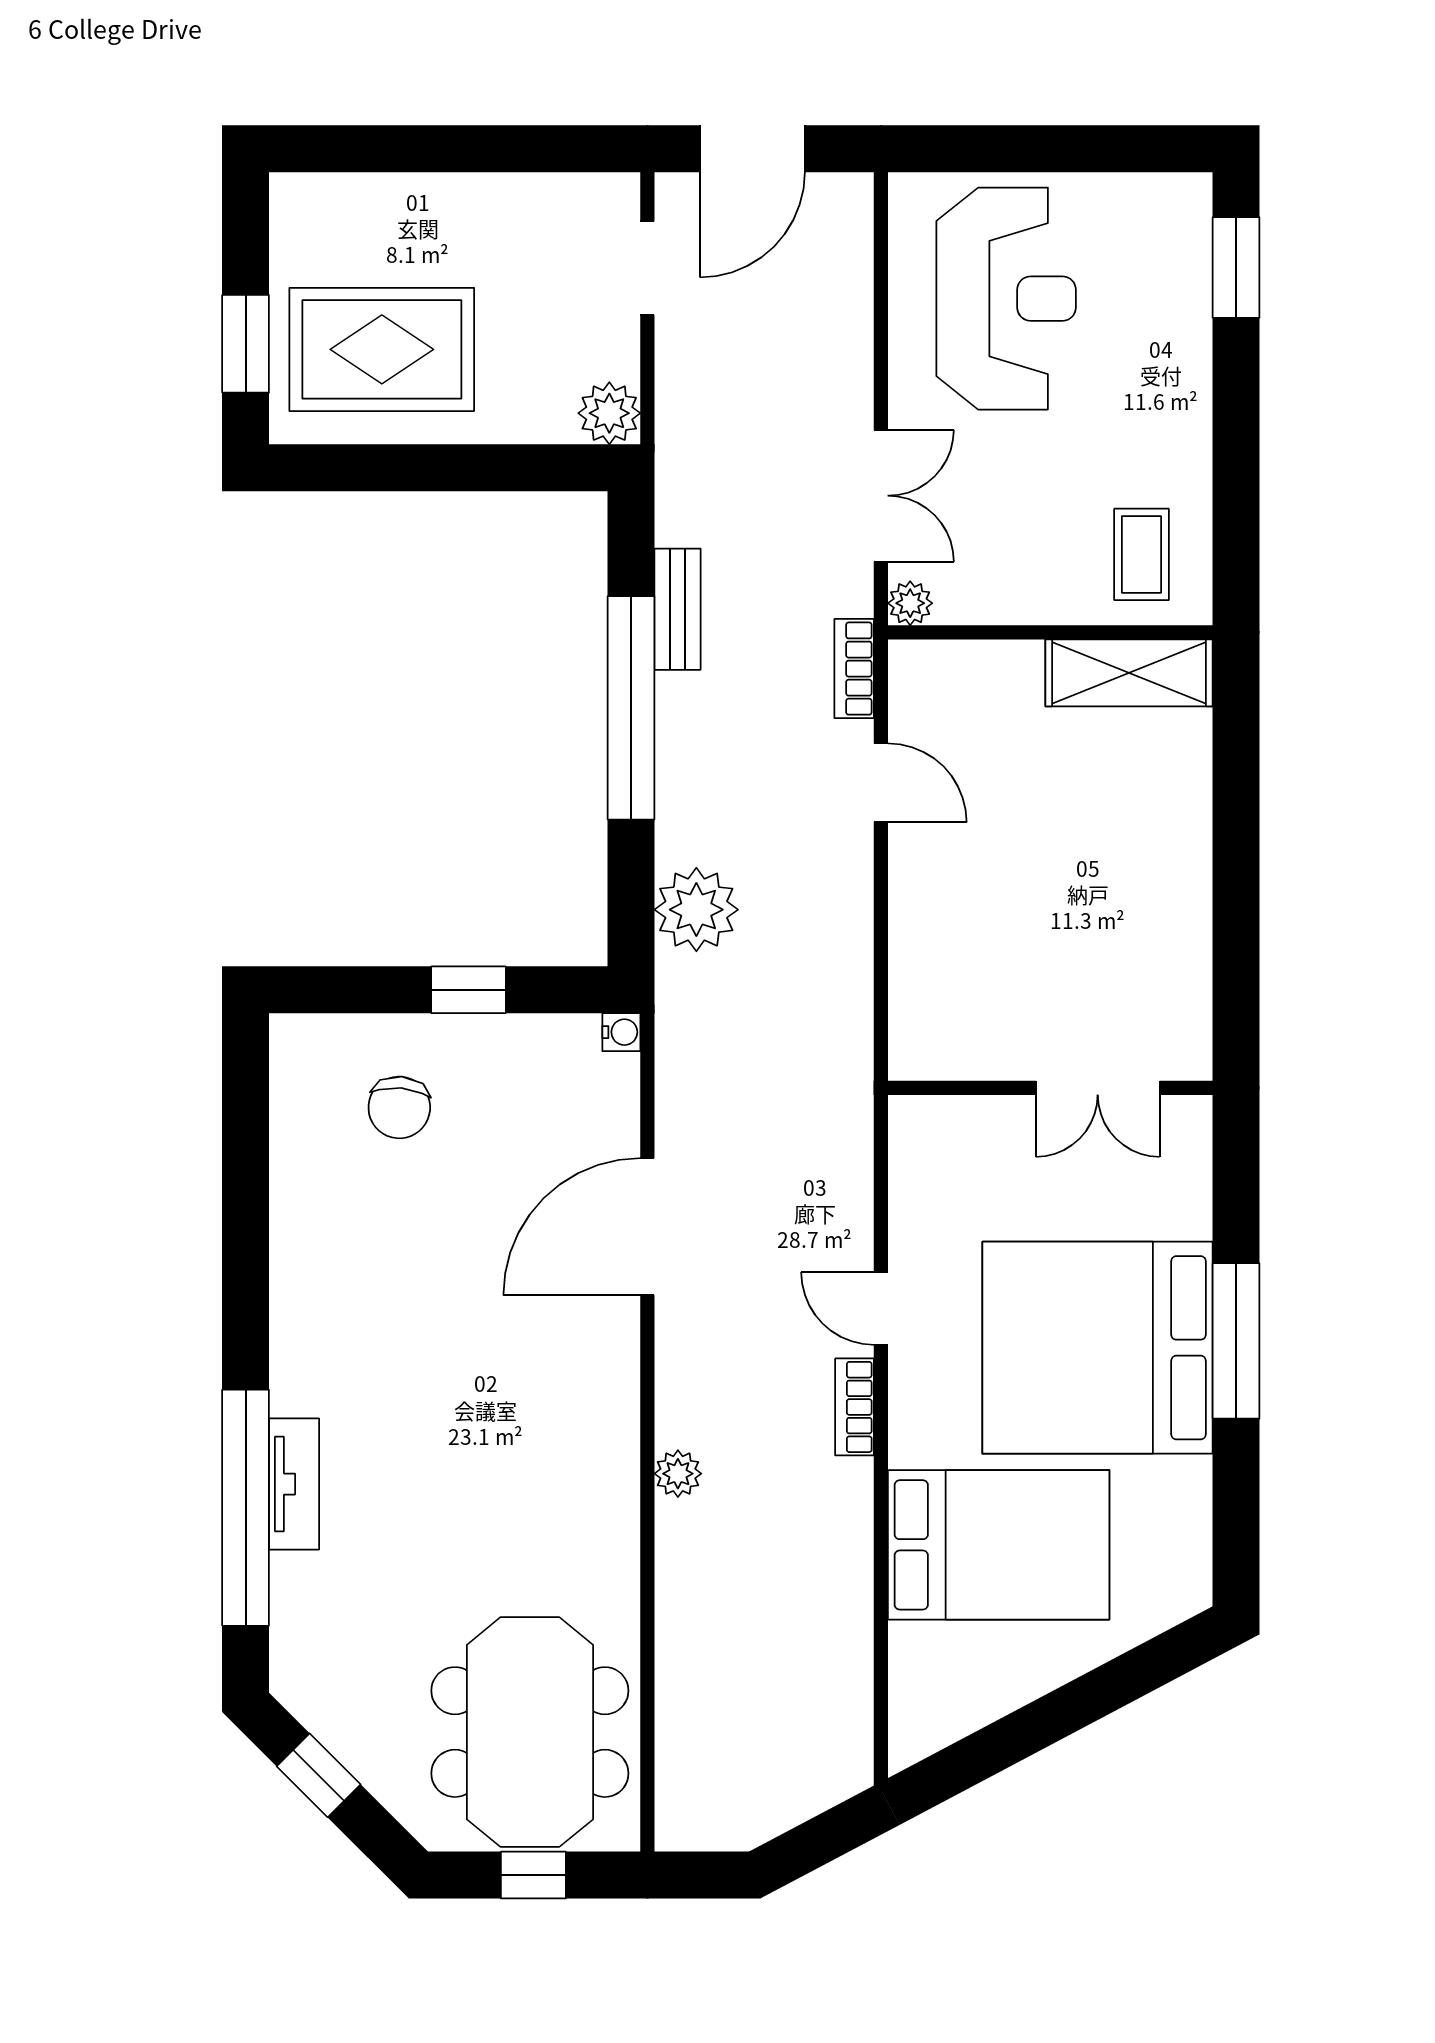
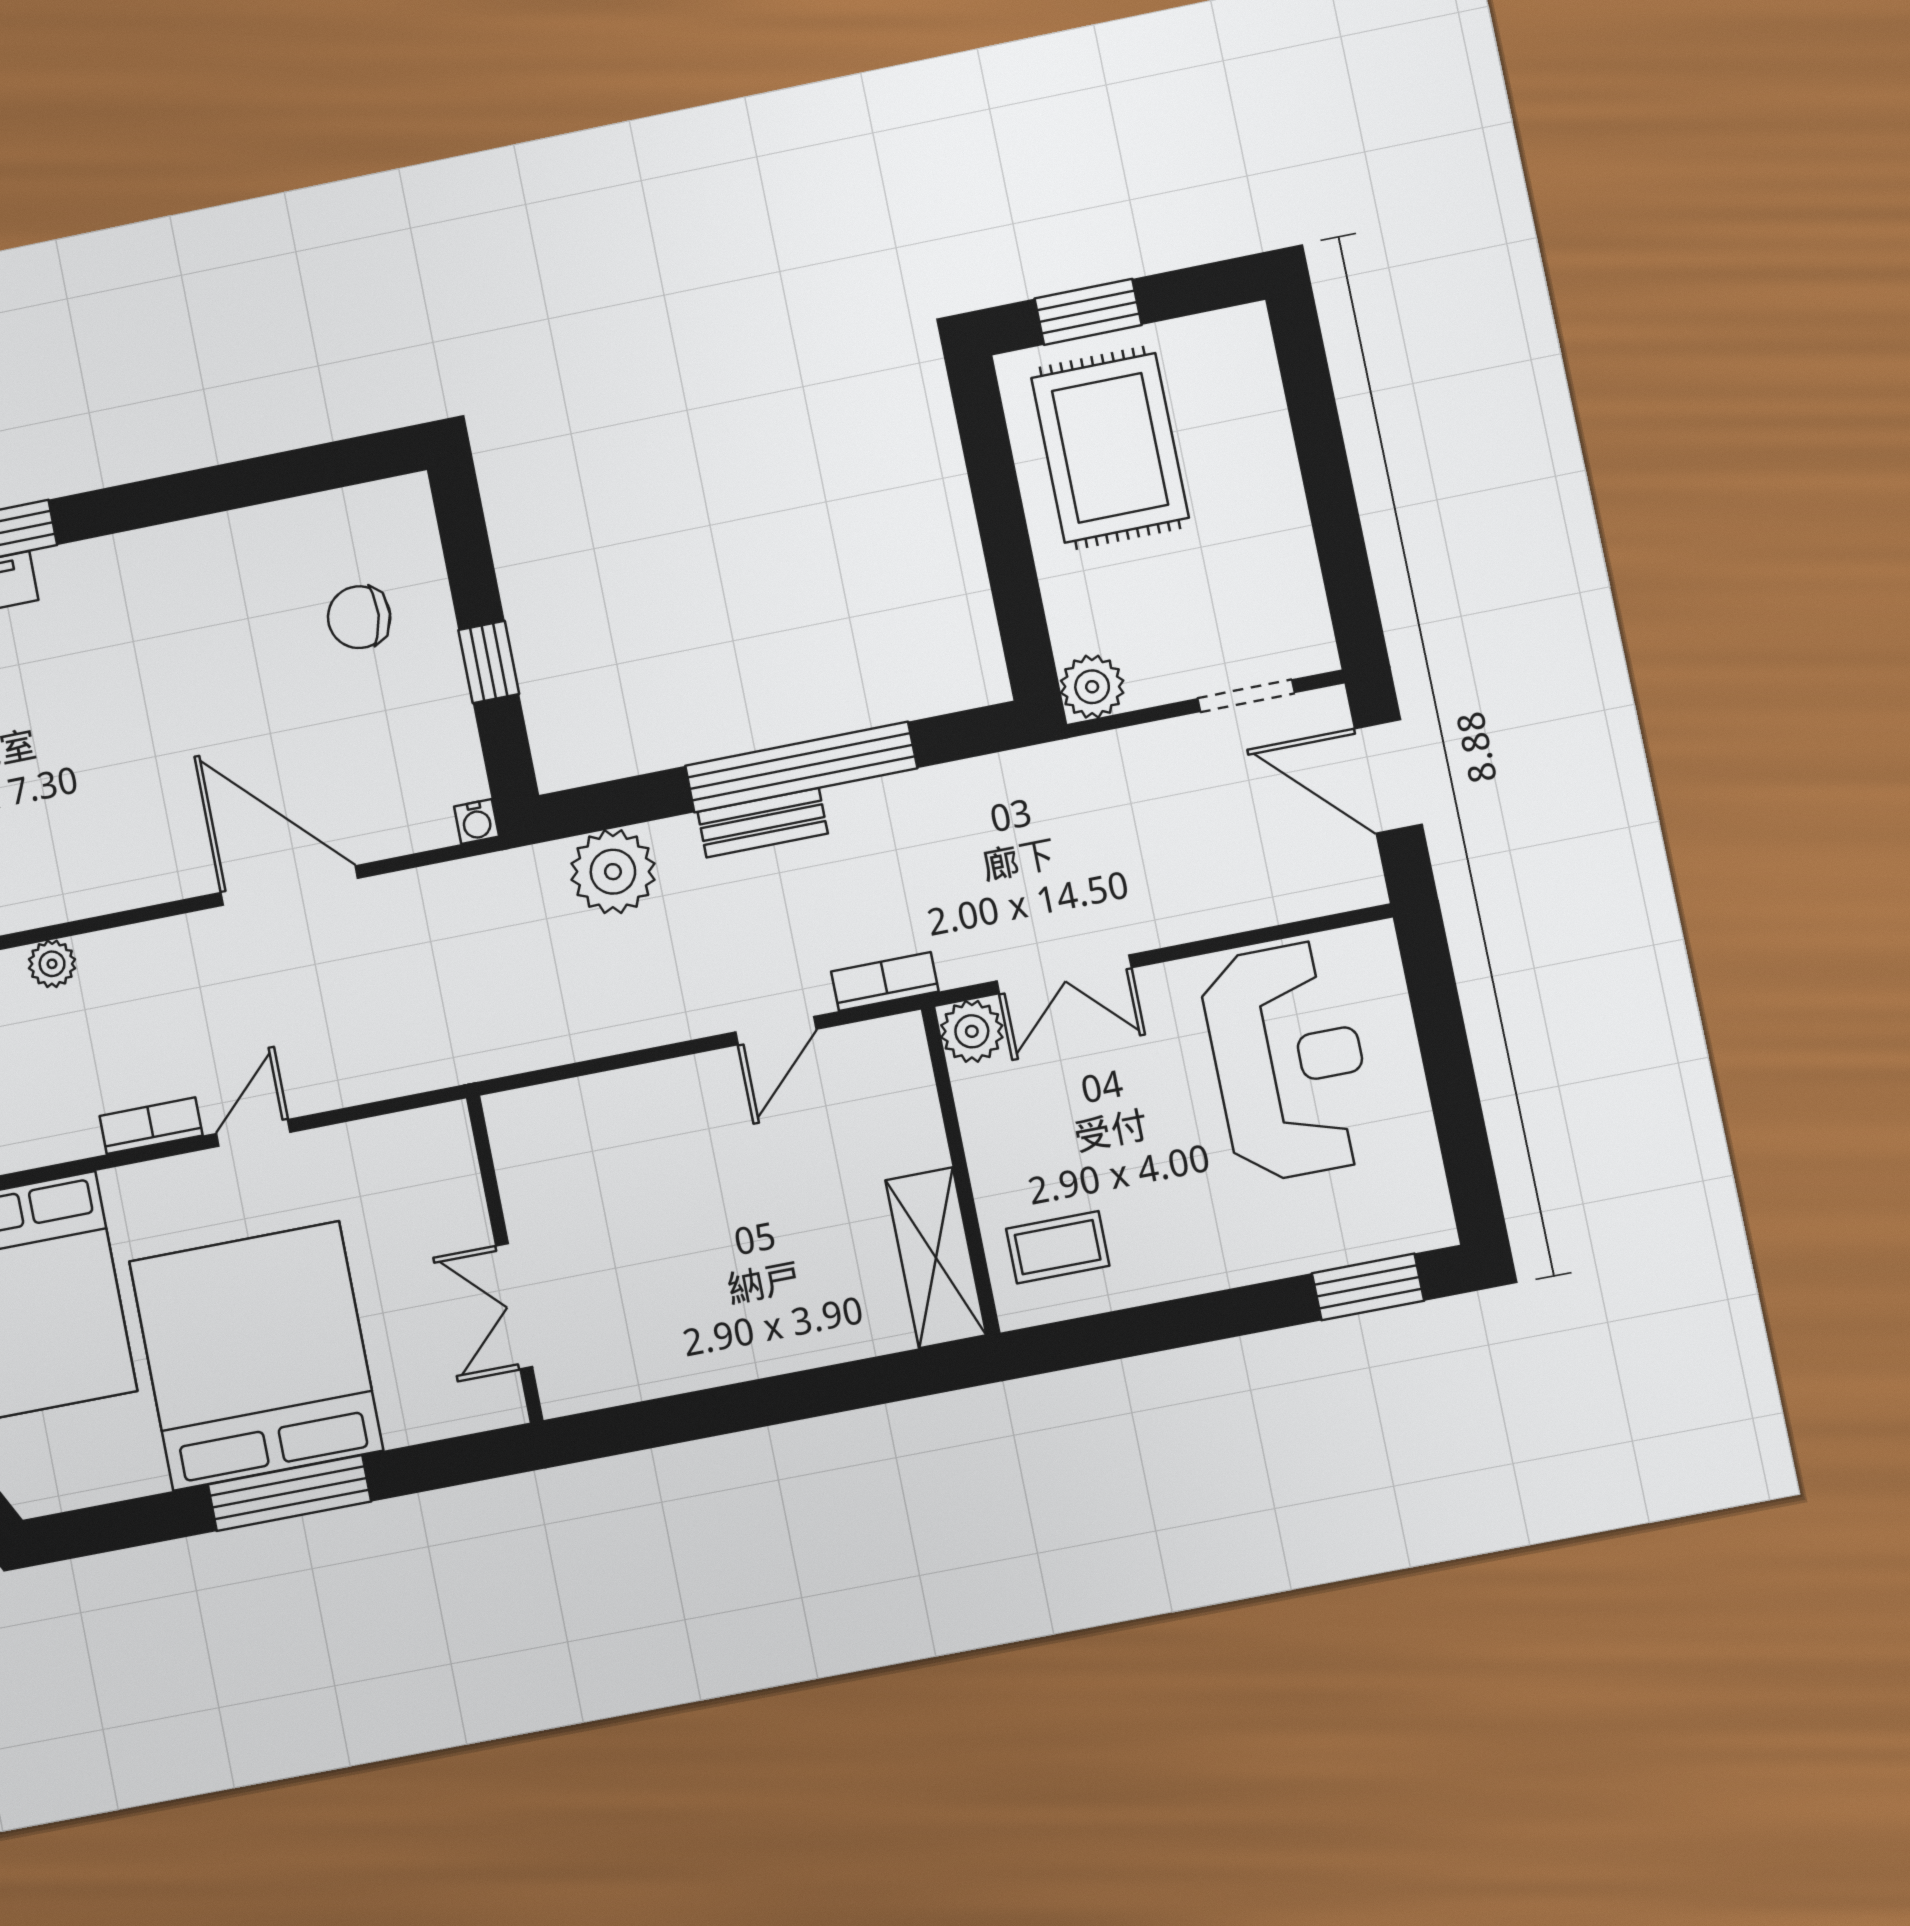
reception desk: (1006, 299) -> (1289, 1061), turned -90
plant: (910, 603) -> (972, 1031), width x1.38, depth x1.38
bench: (678, 609) -> (763, 823), moved

